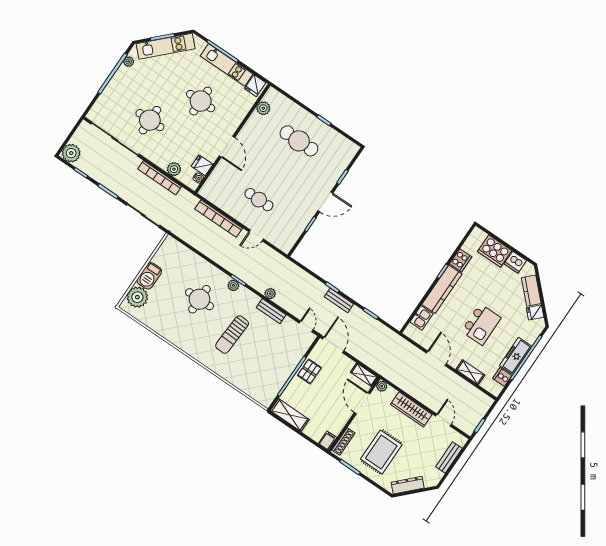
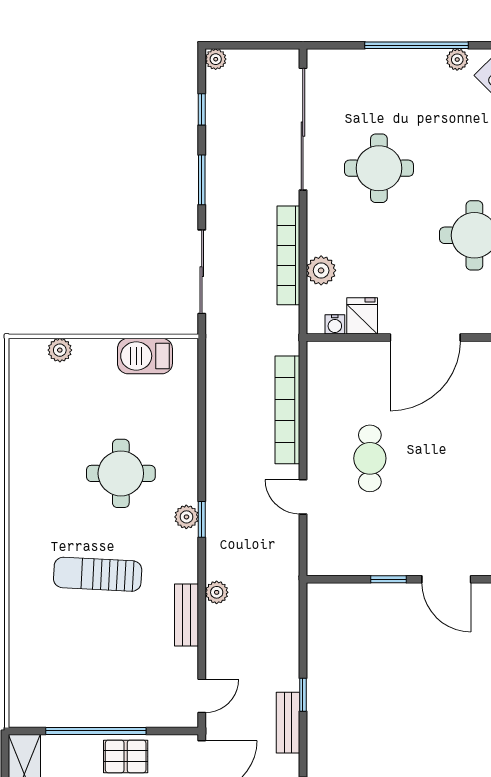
door: (227, 147) -> (425, 338), width x1.36
plant: (71, 153) -> (216, 59), width x0.53, depth x0.53
barbecue: (149, 276) -> (145, 356), moved
plant: (137, 297) -> (60, 350), width x0.53, depth x0.53

